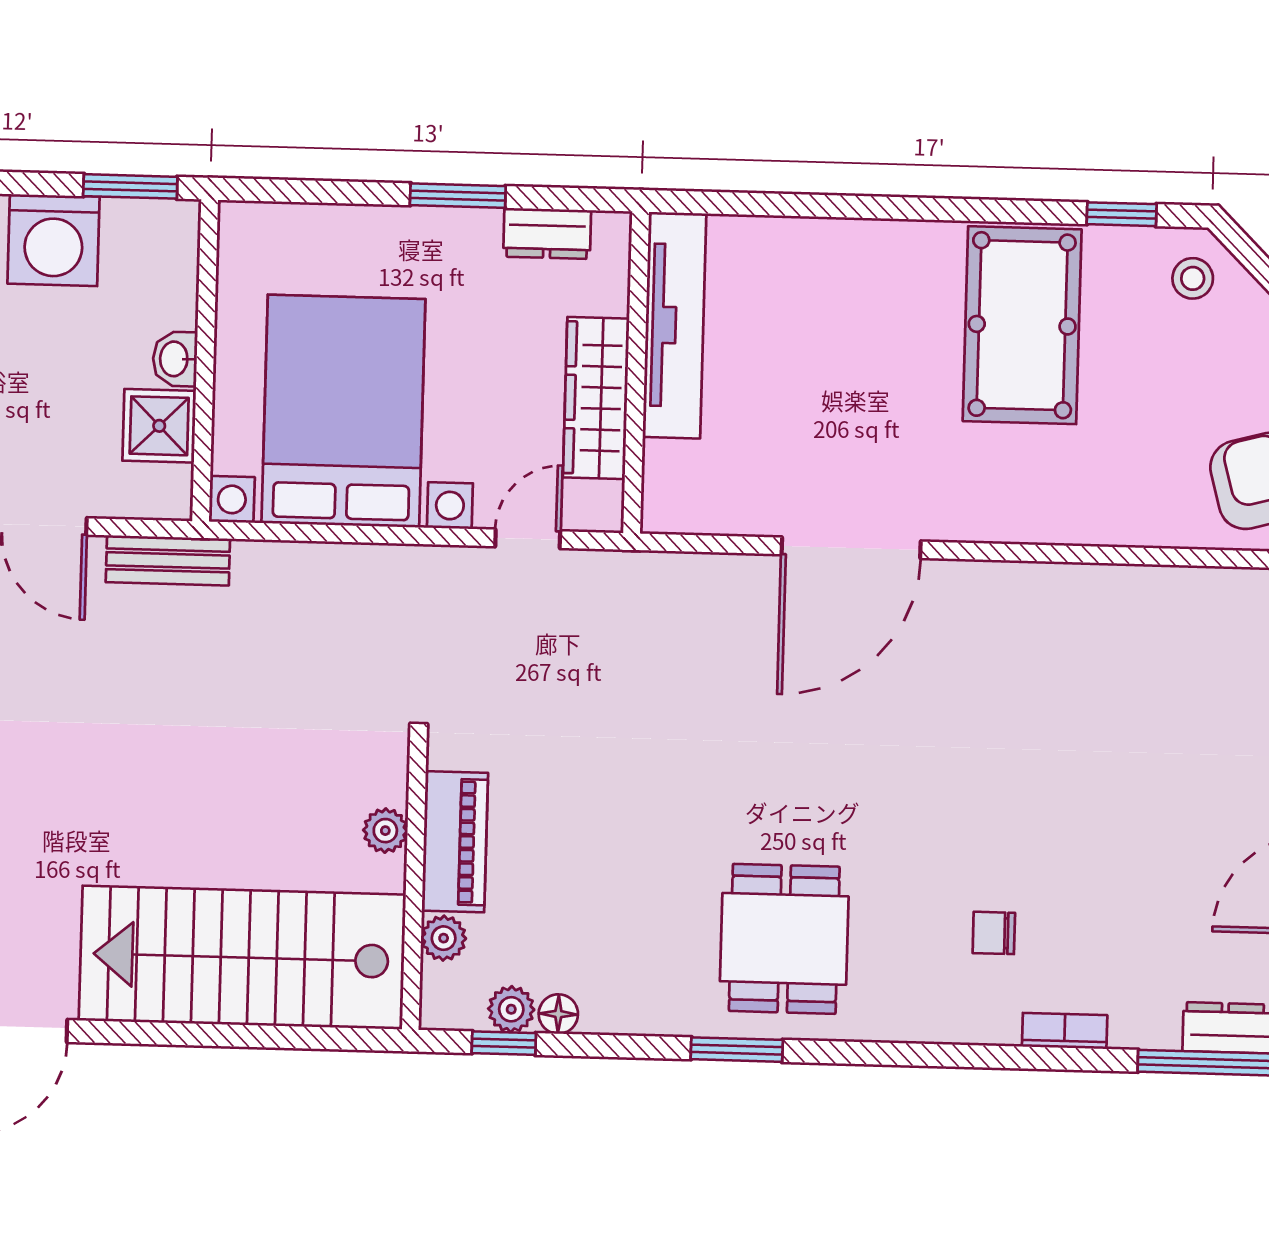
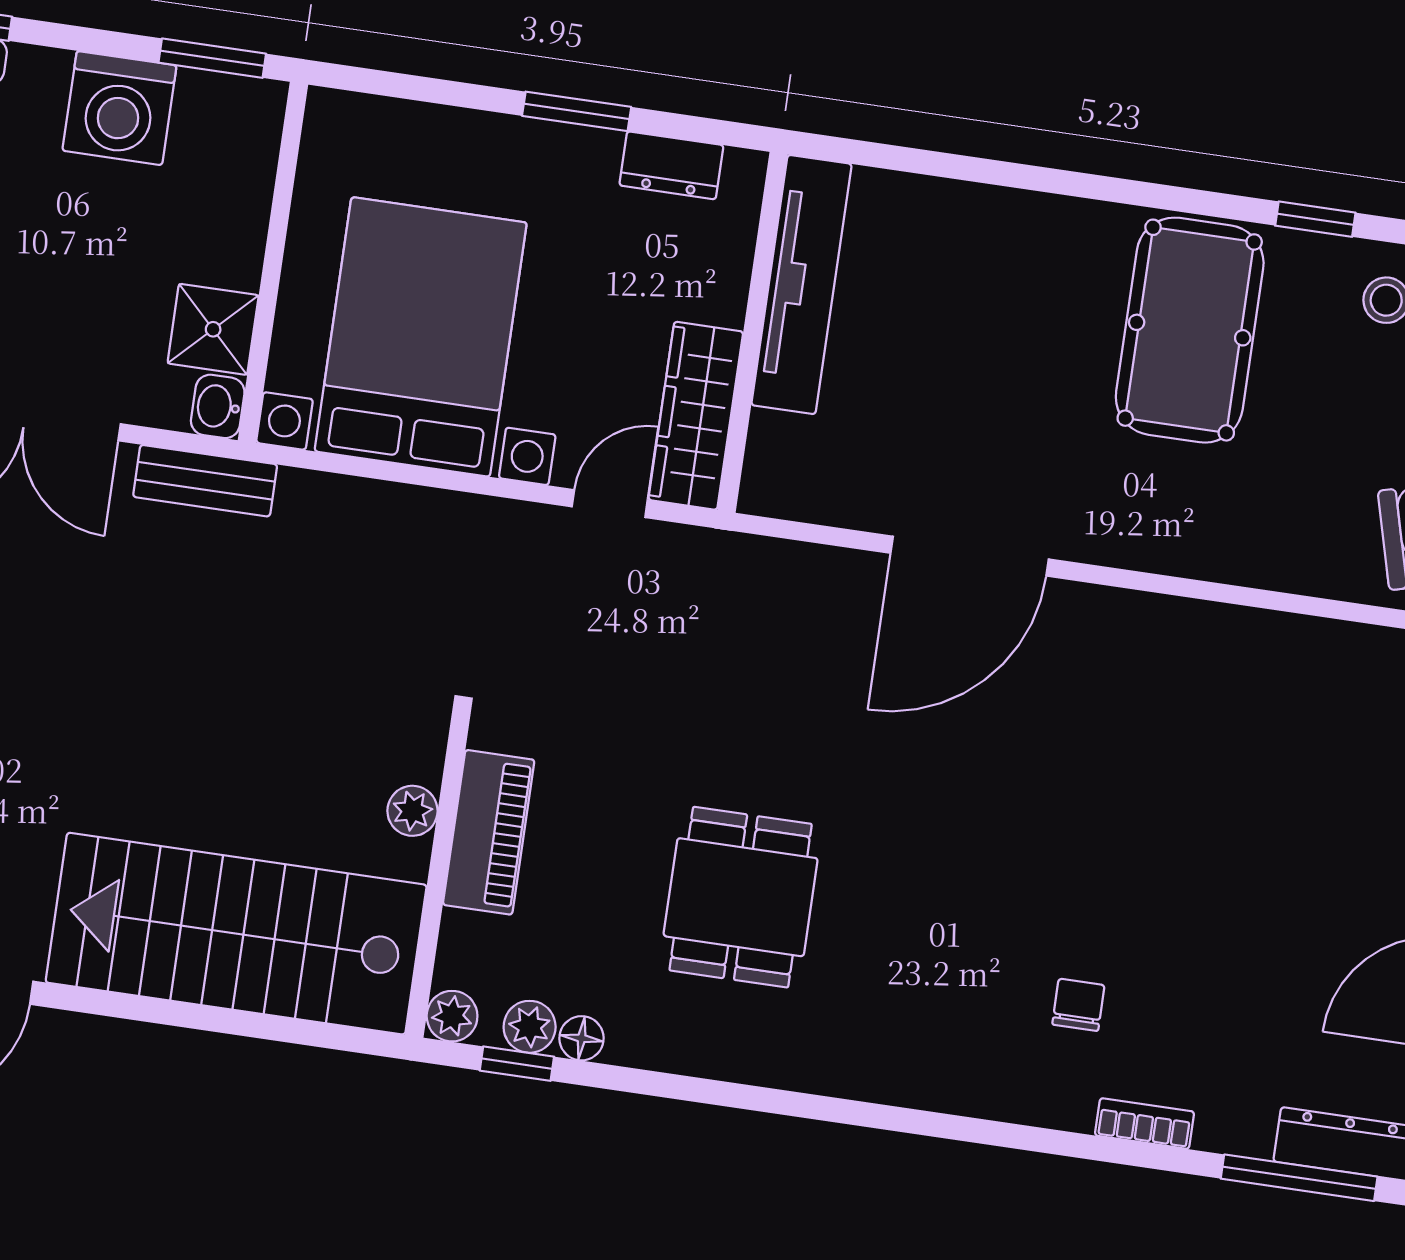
washbasin: (175, 359) -> (218, 406), moved
wardrobe: (596, 398) -> (696, 416), moved
chair: (994, 933) -> (1078, 1005), turned 90
plant: (444, 938) -> (452, 1016), moved
dining table: (784, 939) -> (741, 897), moved
window: (737, 1050) -> (776, 1101), removed

